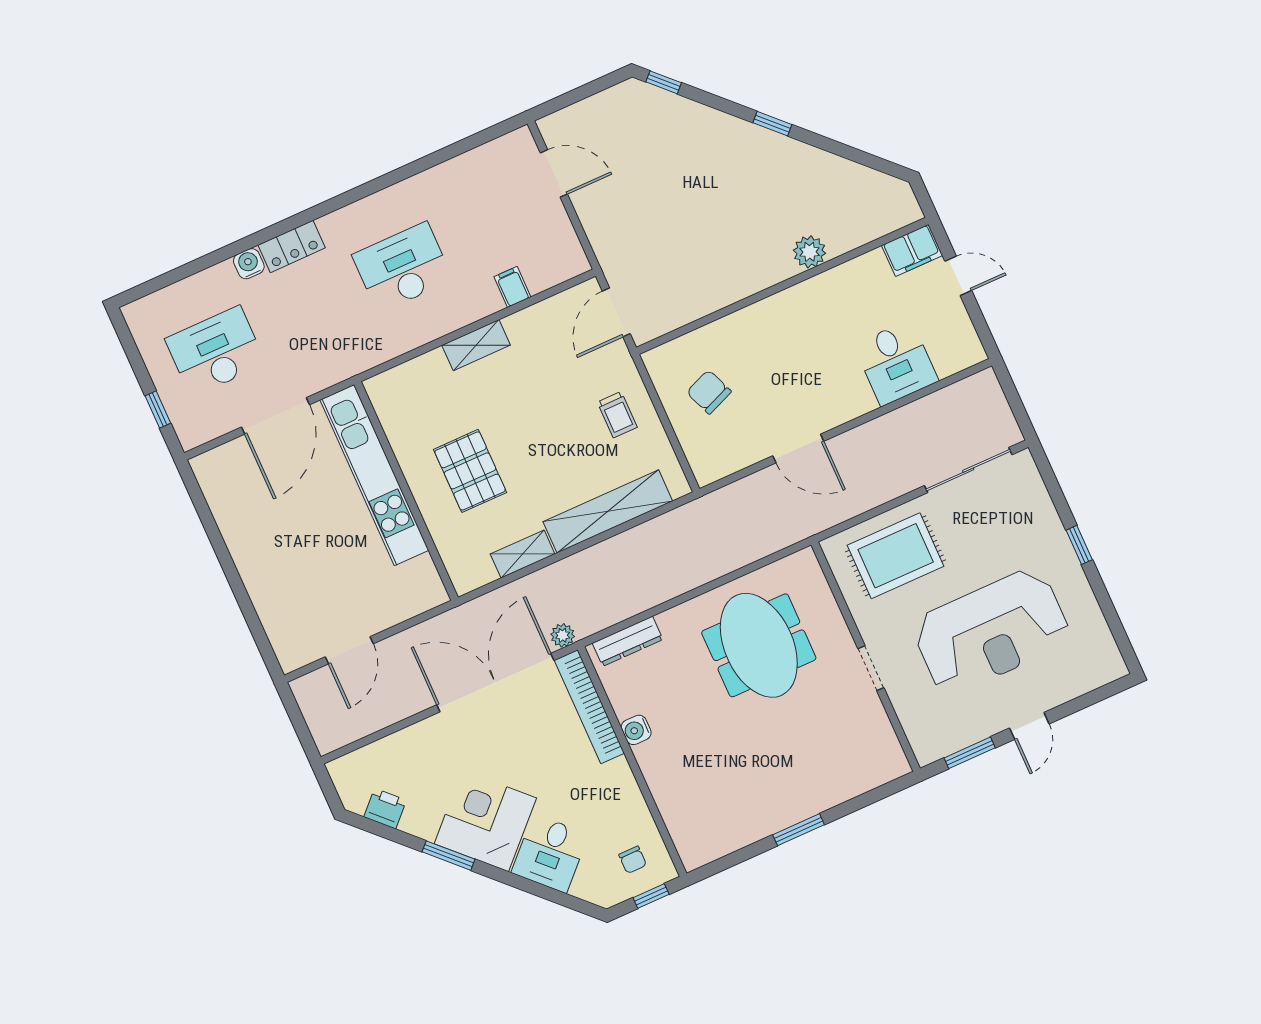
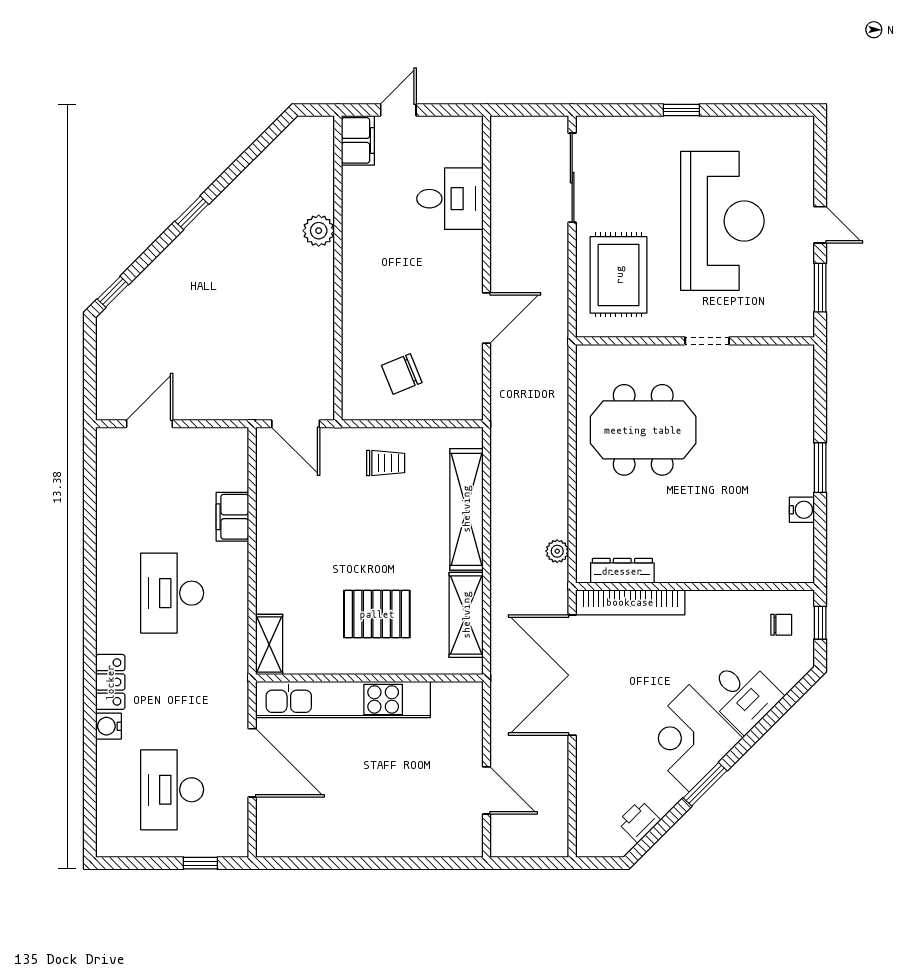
filing cabinet: (512, 287) -> (232, 517), width x2.00
shelving: (476, 345) -> (269, 644), moved
shelving: (523, 554) -> (466, 615), width x1.50, depth x1.33
plant: (563, 635) -> (557, 551), moved
dresser: (628, 641) -> (622, 571), moved, turned -90
water cooler: (636, 730) -> (802, 510), moved, turned -90

